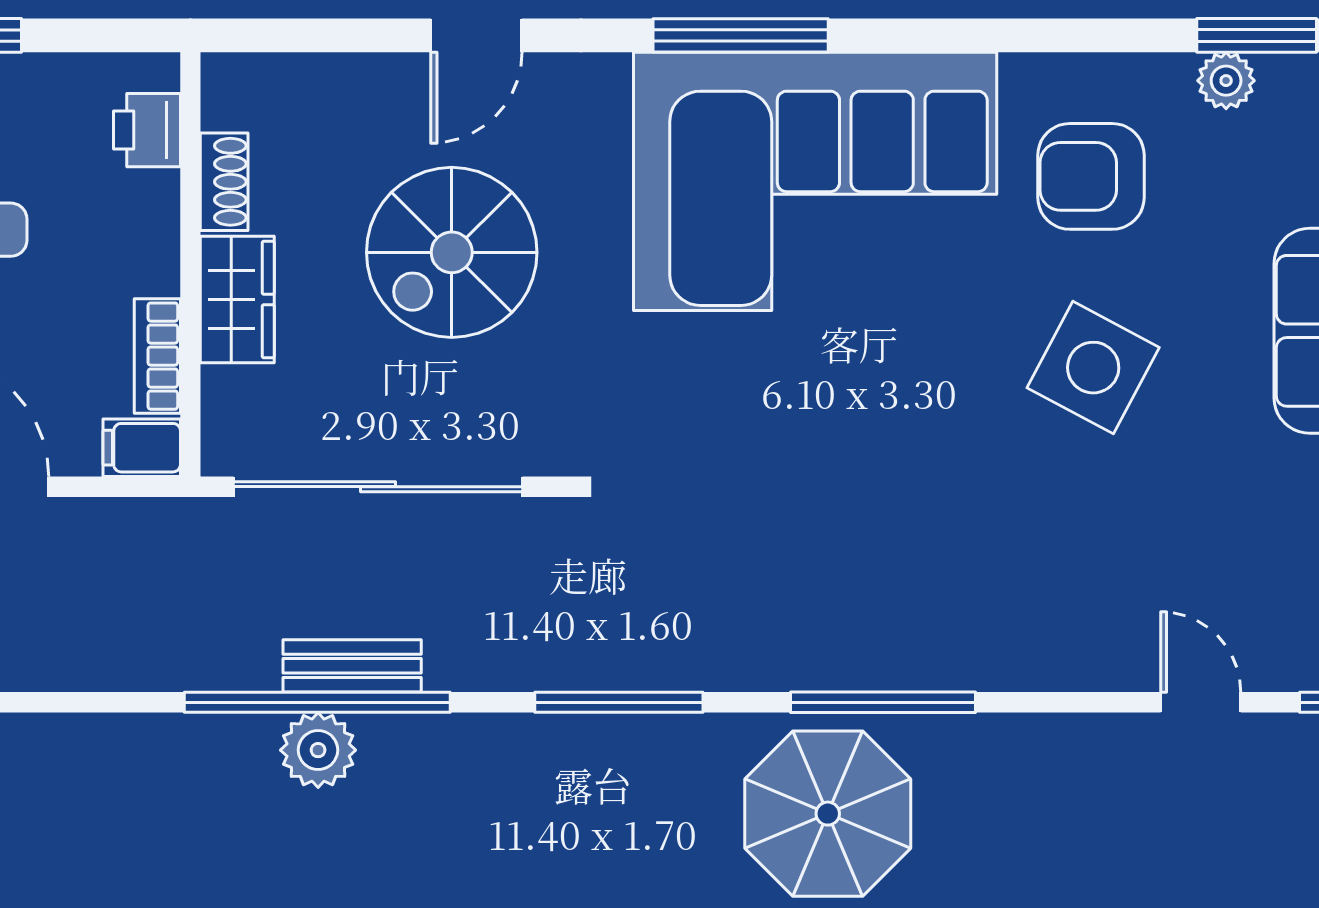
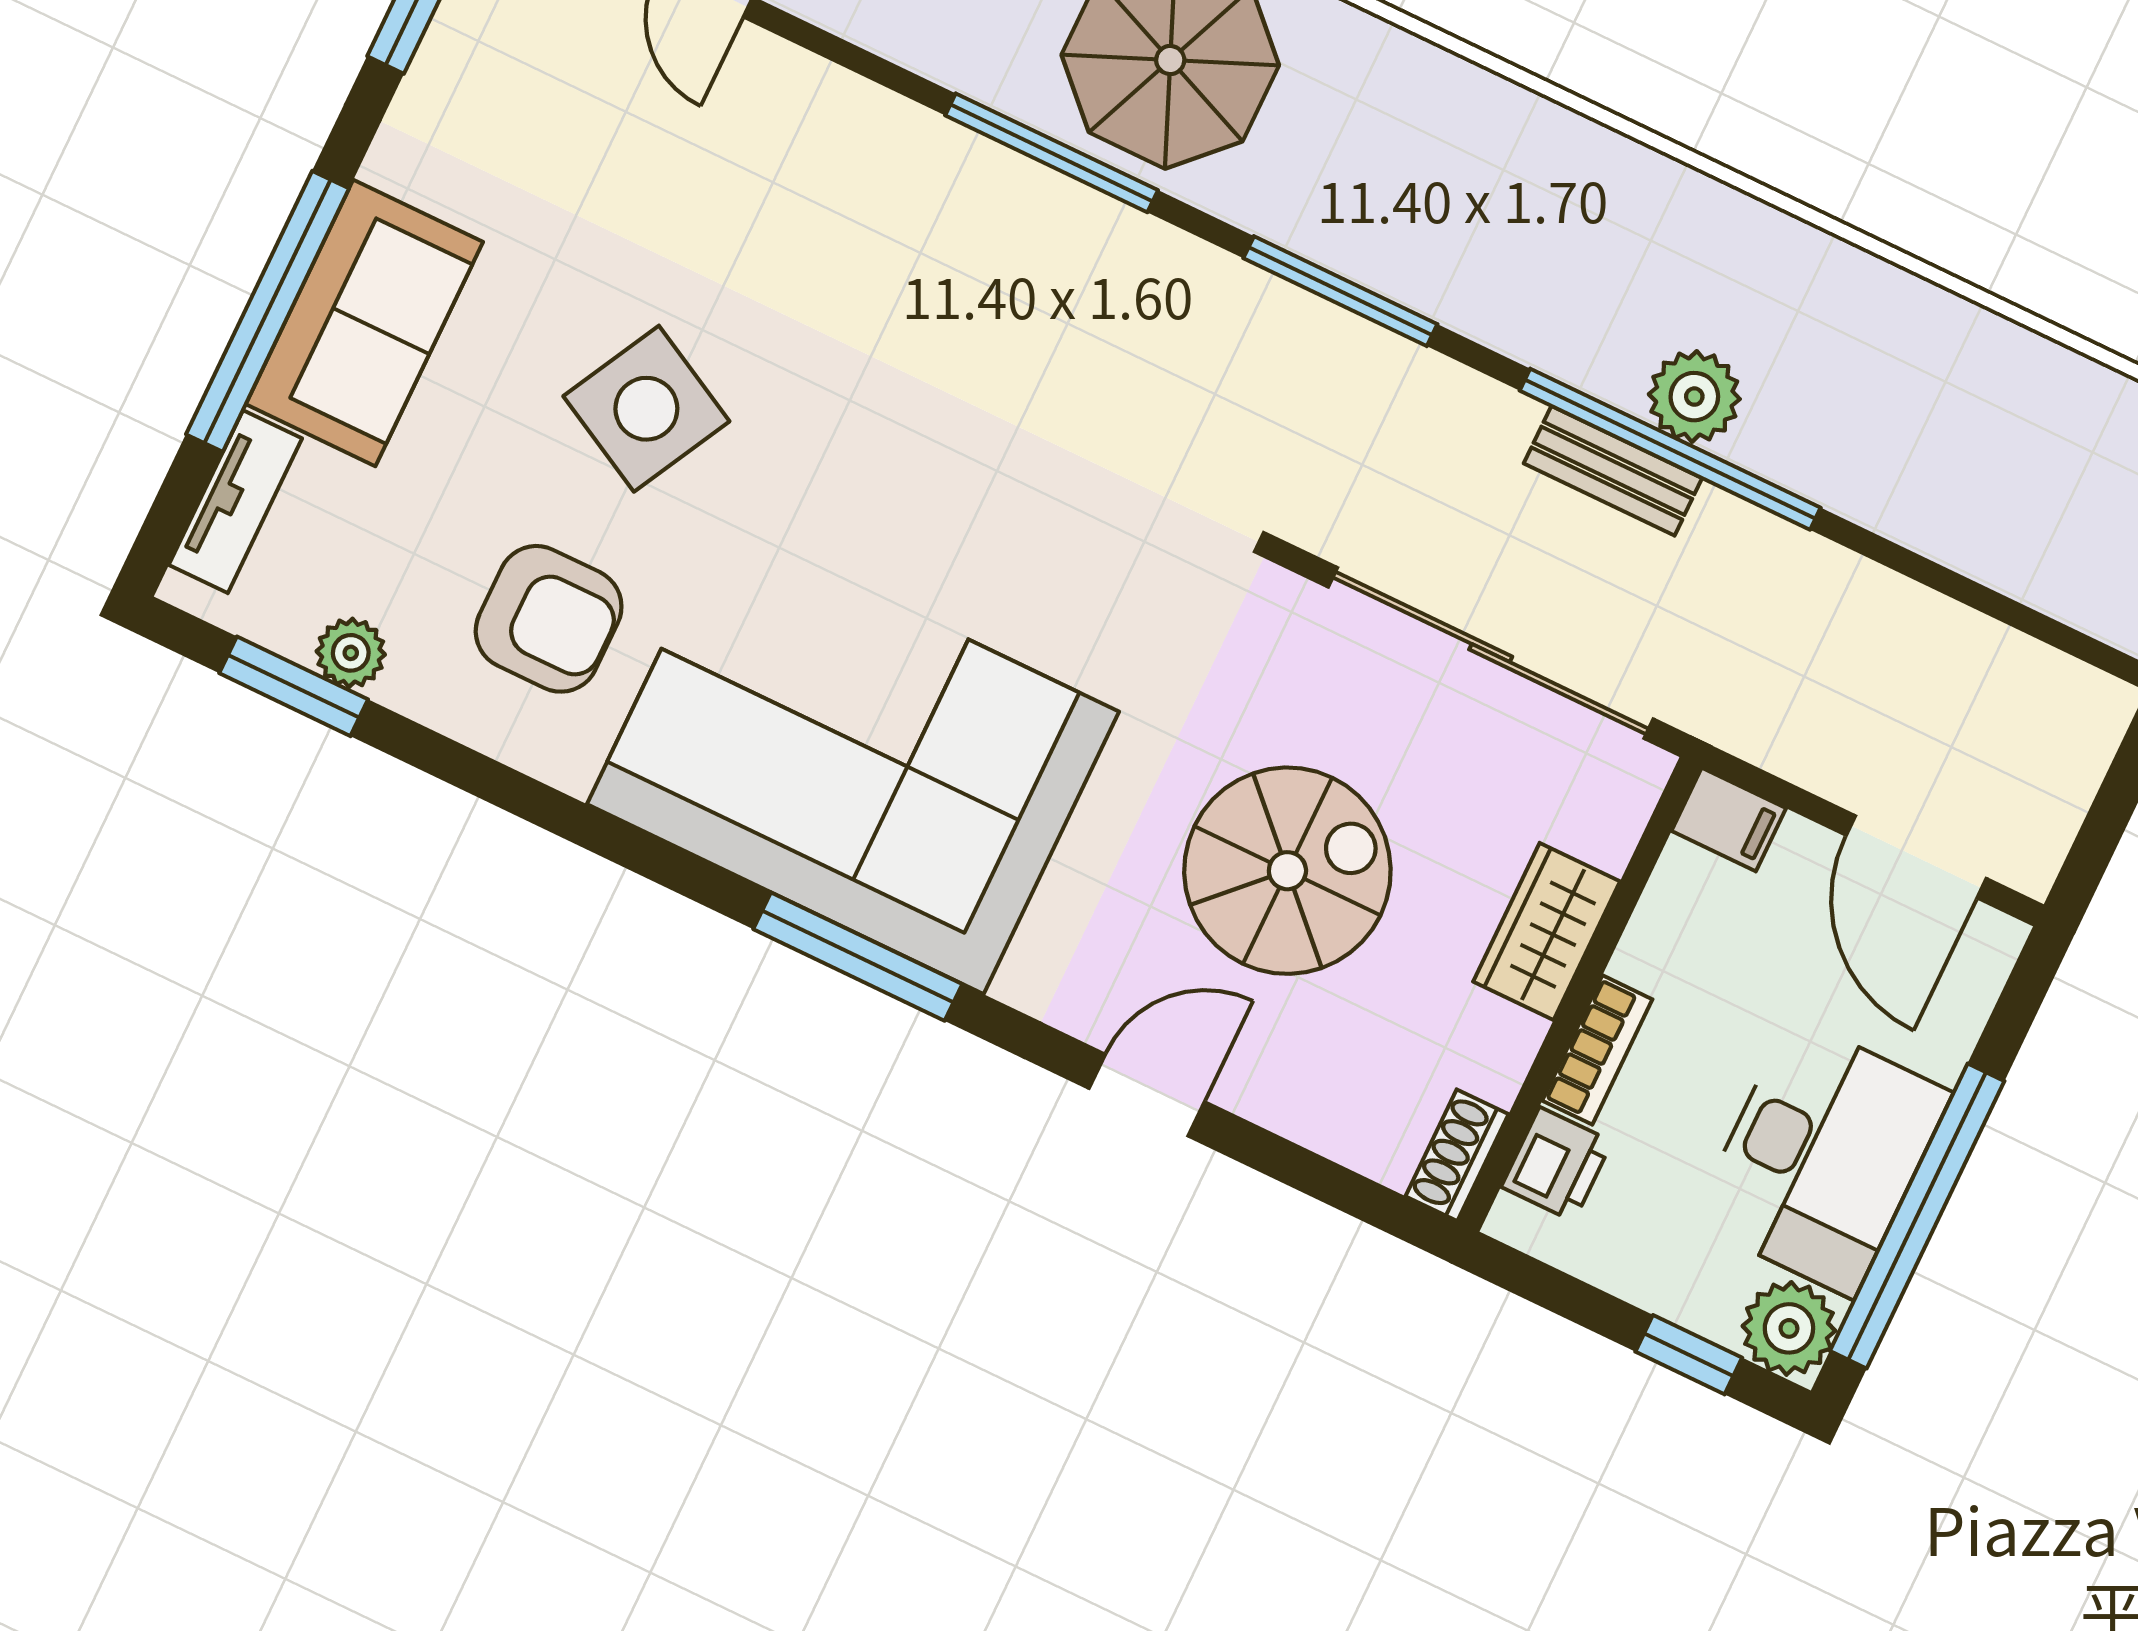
shoe rack: (224, 182) -> (1457, 1155), moved
bookcase: (157, 356) -> (1597, 1050), moved

